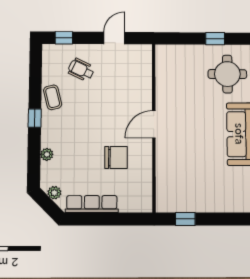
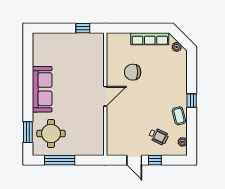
window: (64, 38) -> (155, 160), moved
door: (114, 38) -> (134, 160), hinge flipped
window: (215, 39) -> (60, 160), width x2.17
plant: (47, 154) -> (182, 142), moved

